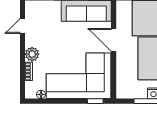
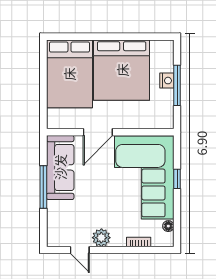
plant: (32, 54) -> (101, 238), moved
window: (95, 101) -> (177, 179), moved

